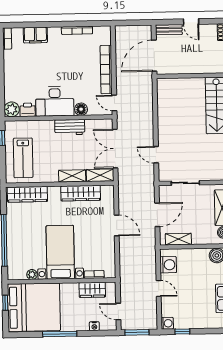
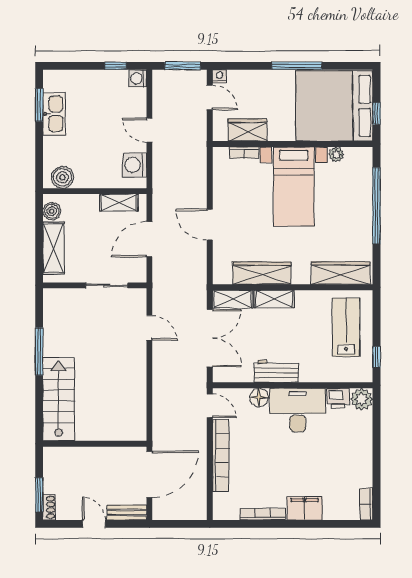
filing cabinet: (35, 35) -> (305, 508), moved
nightstand: (94, 326) -> (220, 76), moved

